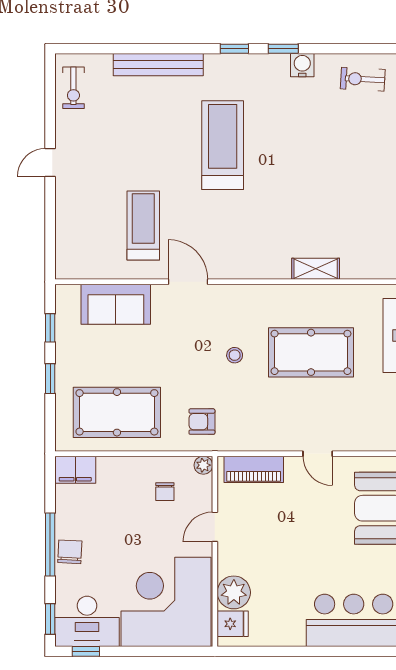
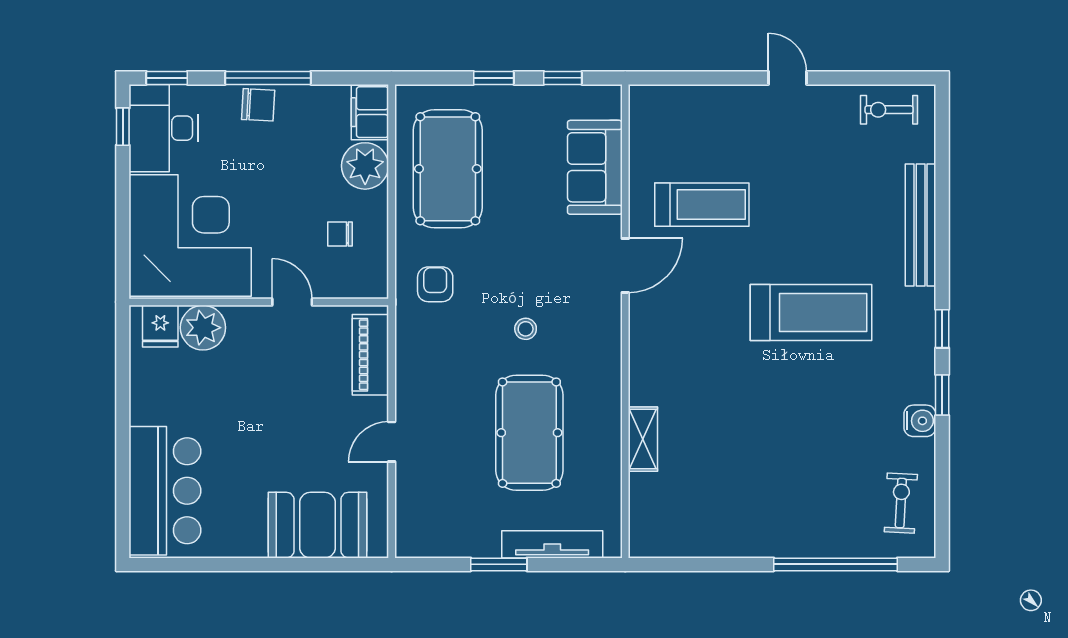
plant: (203, 465) -> (365, 166), moved, width x1.87, depth x1.87

